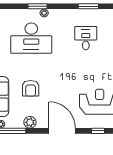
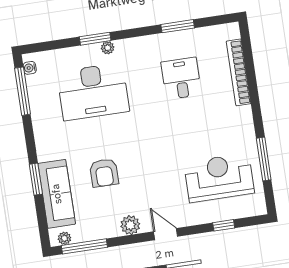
plant: (30, 122) -> (130, 225), moved
door: (62, 131) -> (166, 234), width x0.53

